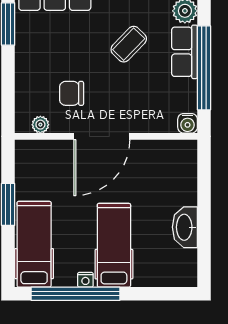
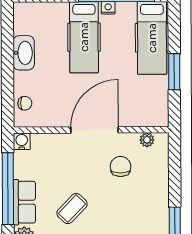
chair: (72, 93) -> (120, 166), turned -90
chair: (184, 168) -> (25, 103), added

